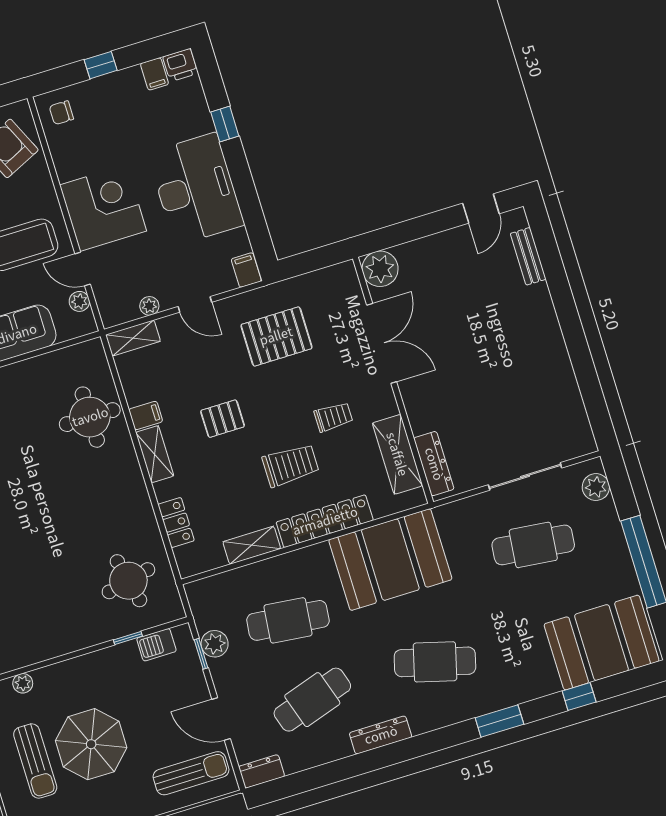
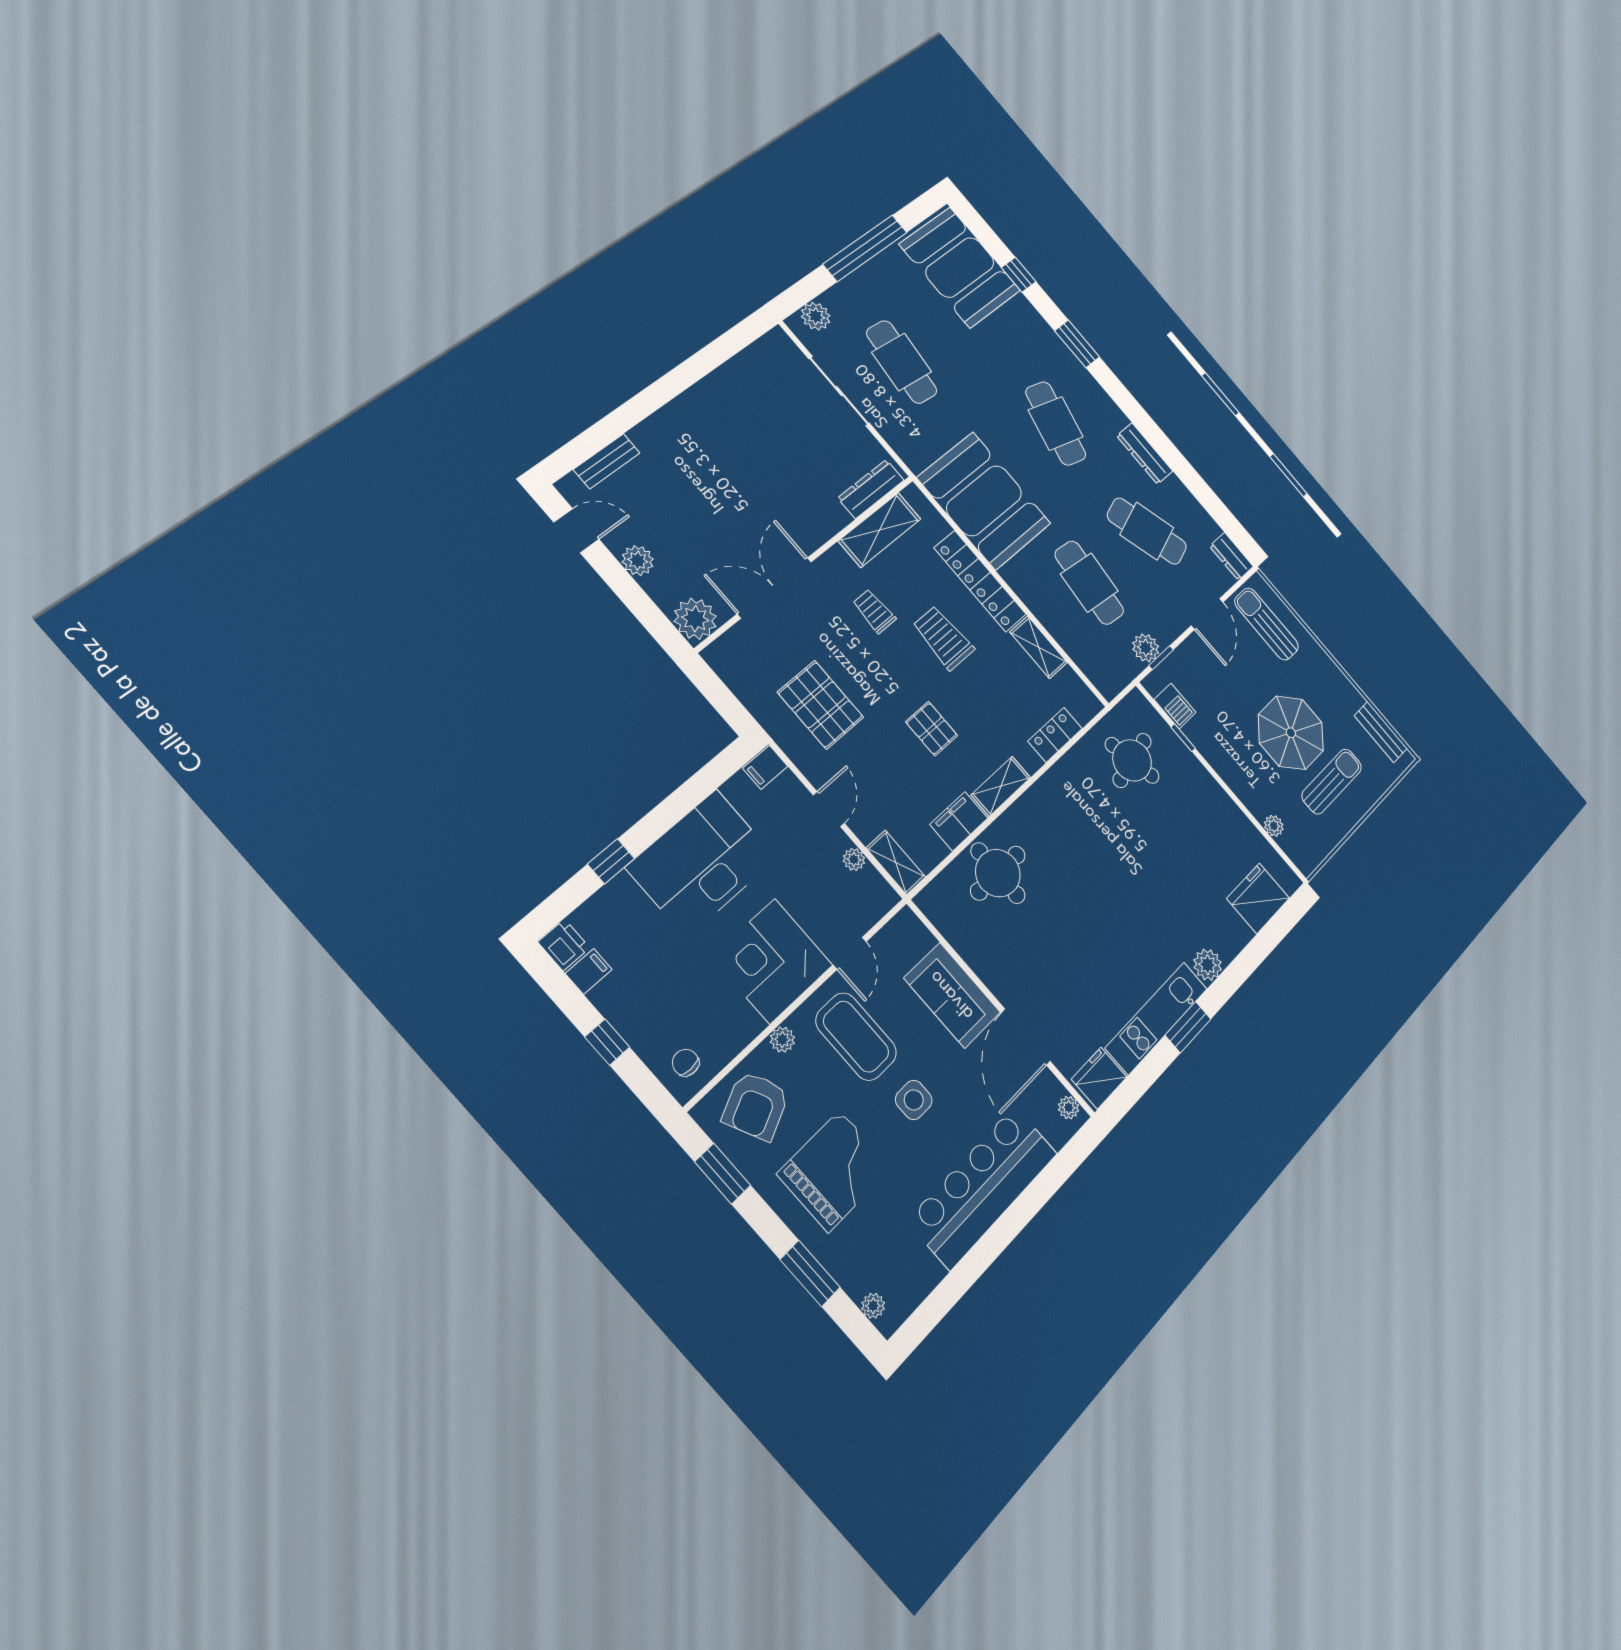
chair: (61, 113) -> (686, 1063), turned 180
plant: (441, 245) -> (638, 561), added
plant: (79, 301) -> (782, 1040), moved
filing cabinet: (146, 415) -> (959, 821), width x2.00

